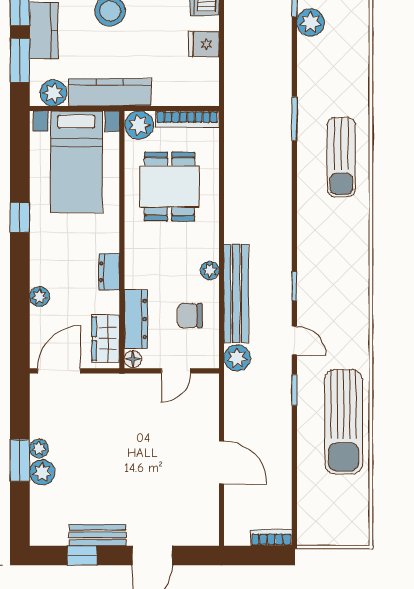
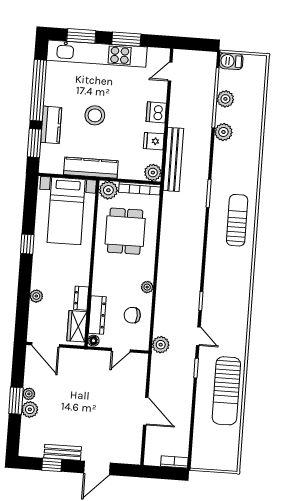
plant: (53, 93) -> (153, 173), moved
sun lounger: (341, 157) -> (237, 220), turned 180
dresser: (109, 272) -> (81, 298), moved
bench: (236, 294) -> (173, 159), moved
door: (59, 371) -> (45, 345), swing flipped

